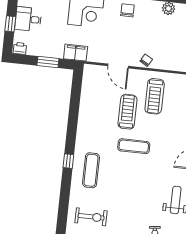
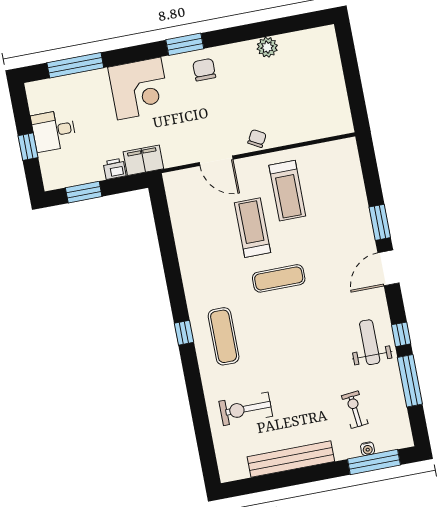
printer: (20, 48) -> (115, 169), moved
window: (48, 62) -> (84, 192), moved
exercise bike: (91, 217) -> (246, 409), turned 180

